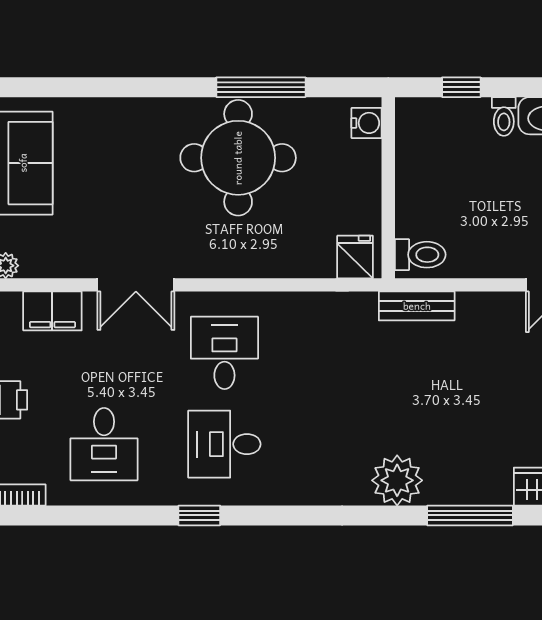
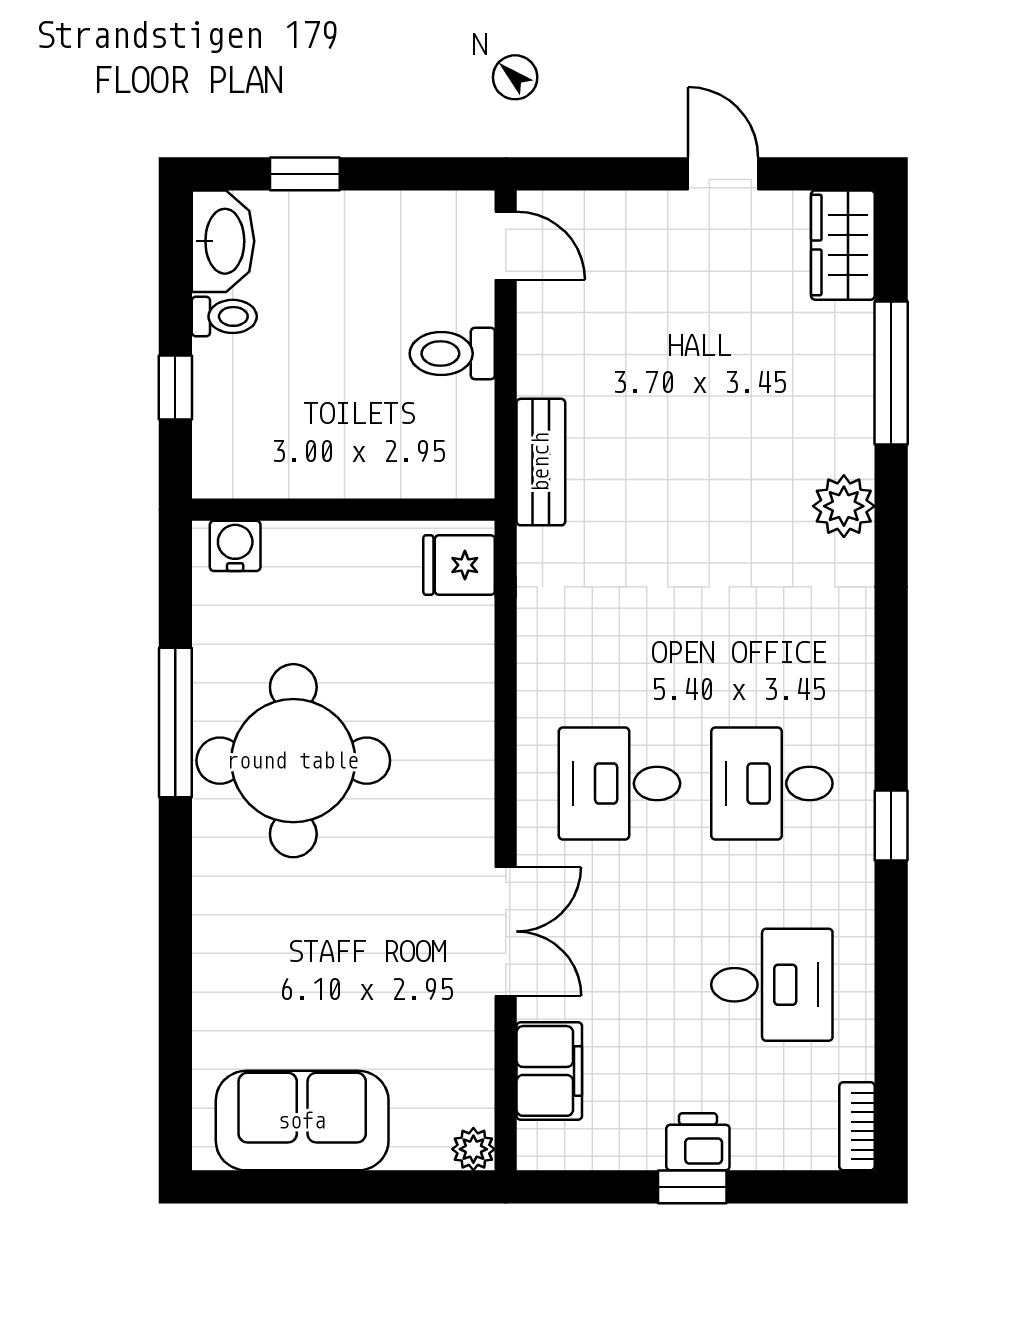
toilet: (420, 255) -> (452, 354), moved, turned -90
desk: (224, 444) -> (772, 783), turned 90
plant: (397, 480) -> (844, 506), width x0.73, depth x0.73

